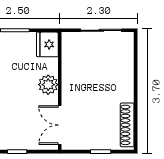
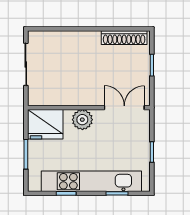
fridge: (47, 44) -> (45, 124), width x1.36, depth x1.34
double door: (60, 125) -> (124, 108), swing flipped

